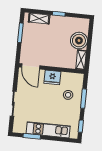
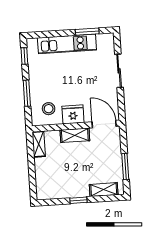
boiler: (79, 41) -> (46, 169), removed
shelving: (54, 62) -> (75, 135), added
stool: (68, 95) -> (49, 109), moved

